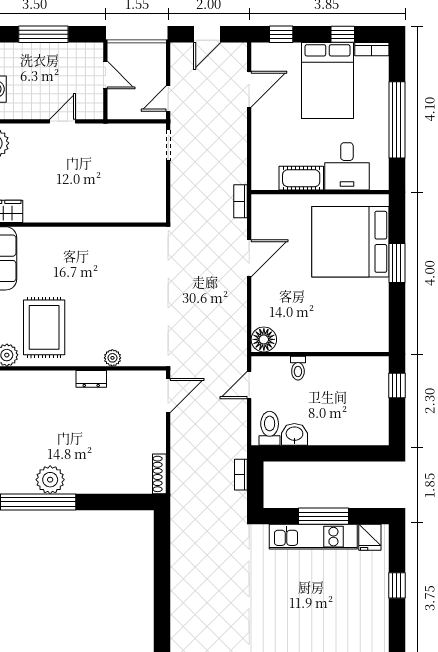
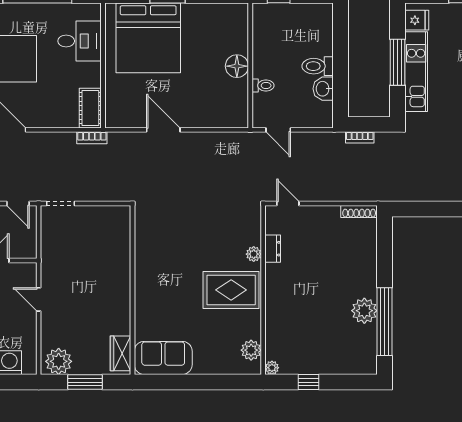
cot: (301, 178) -> (90, 108), moved
bookcase: (240, 201) -> (92, 138), moved
rug: (44, 327) -> (231, 290), moved
floor lamp: (264, 339) -> (237, 66), moved
dresser: (91, 379) -> (273, 249), moved
door: (168, 396) -> (288, 204), width x0.73
toilet: (270, 428) -> (318, 66), moved

